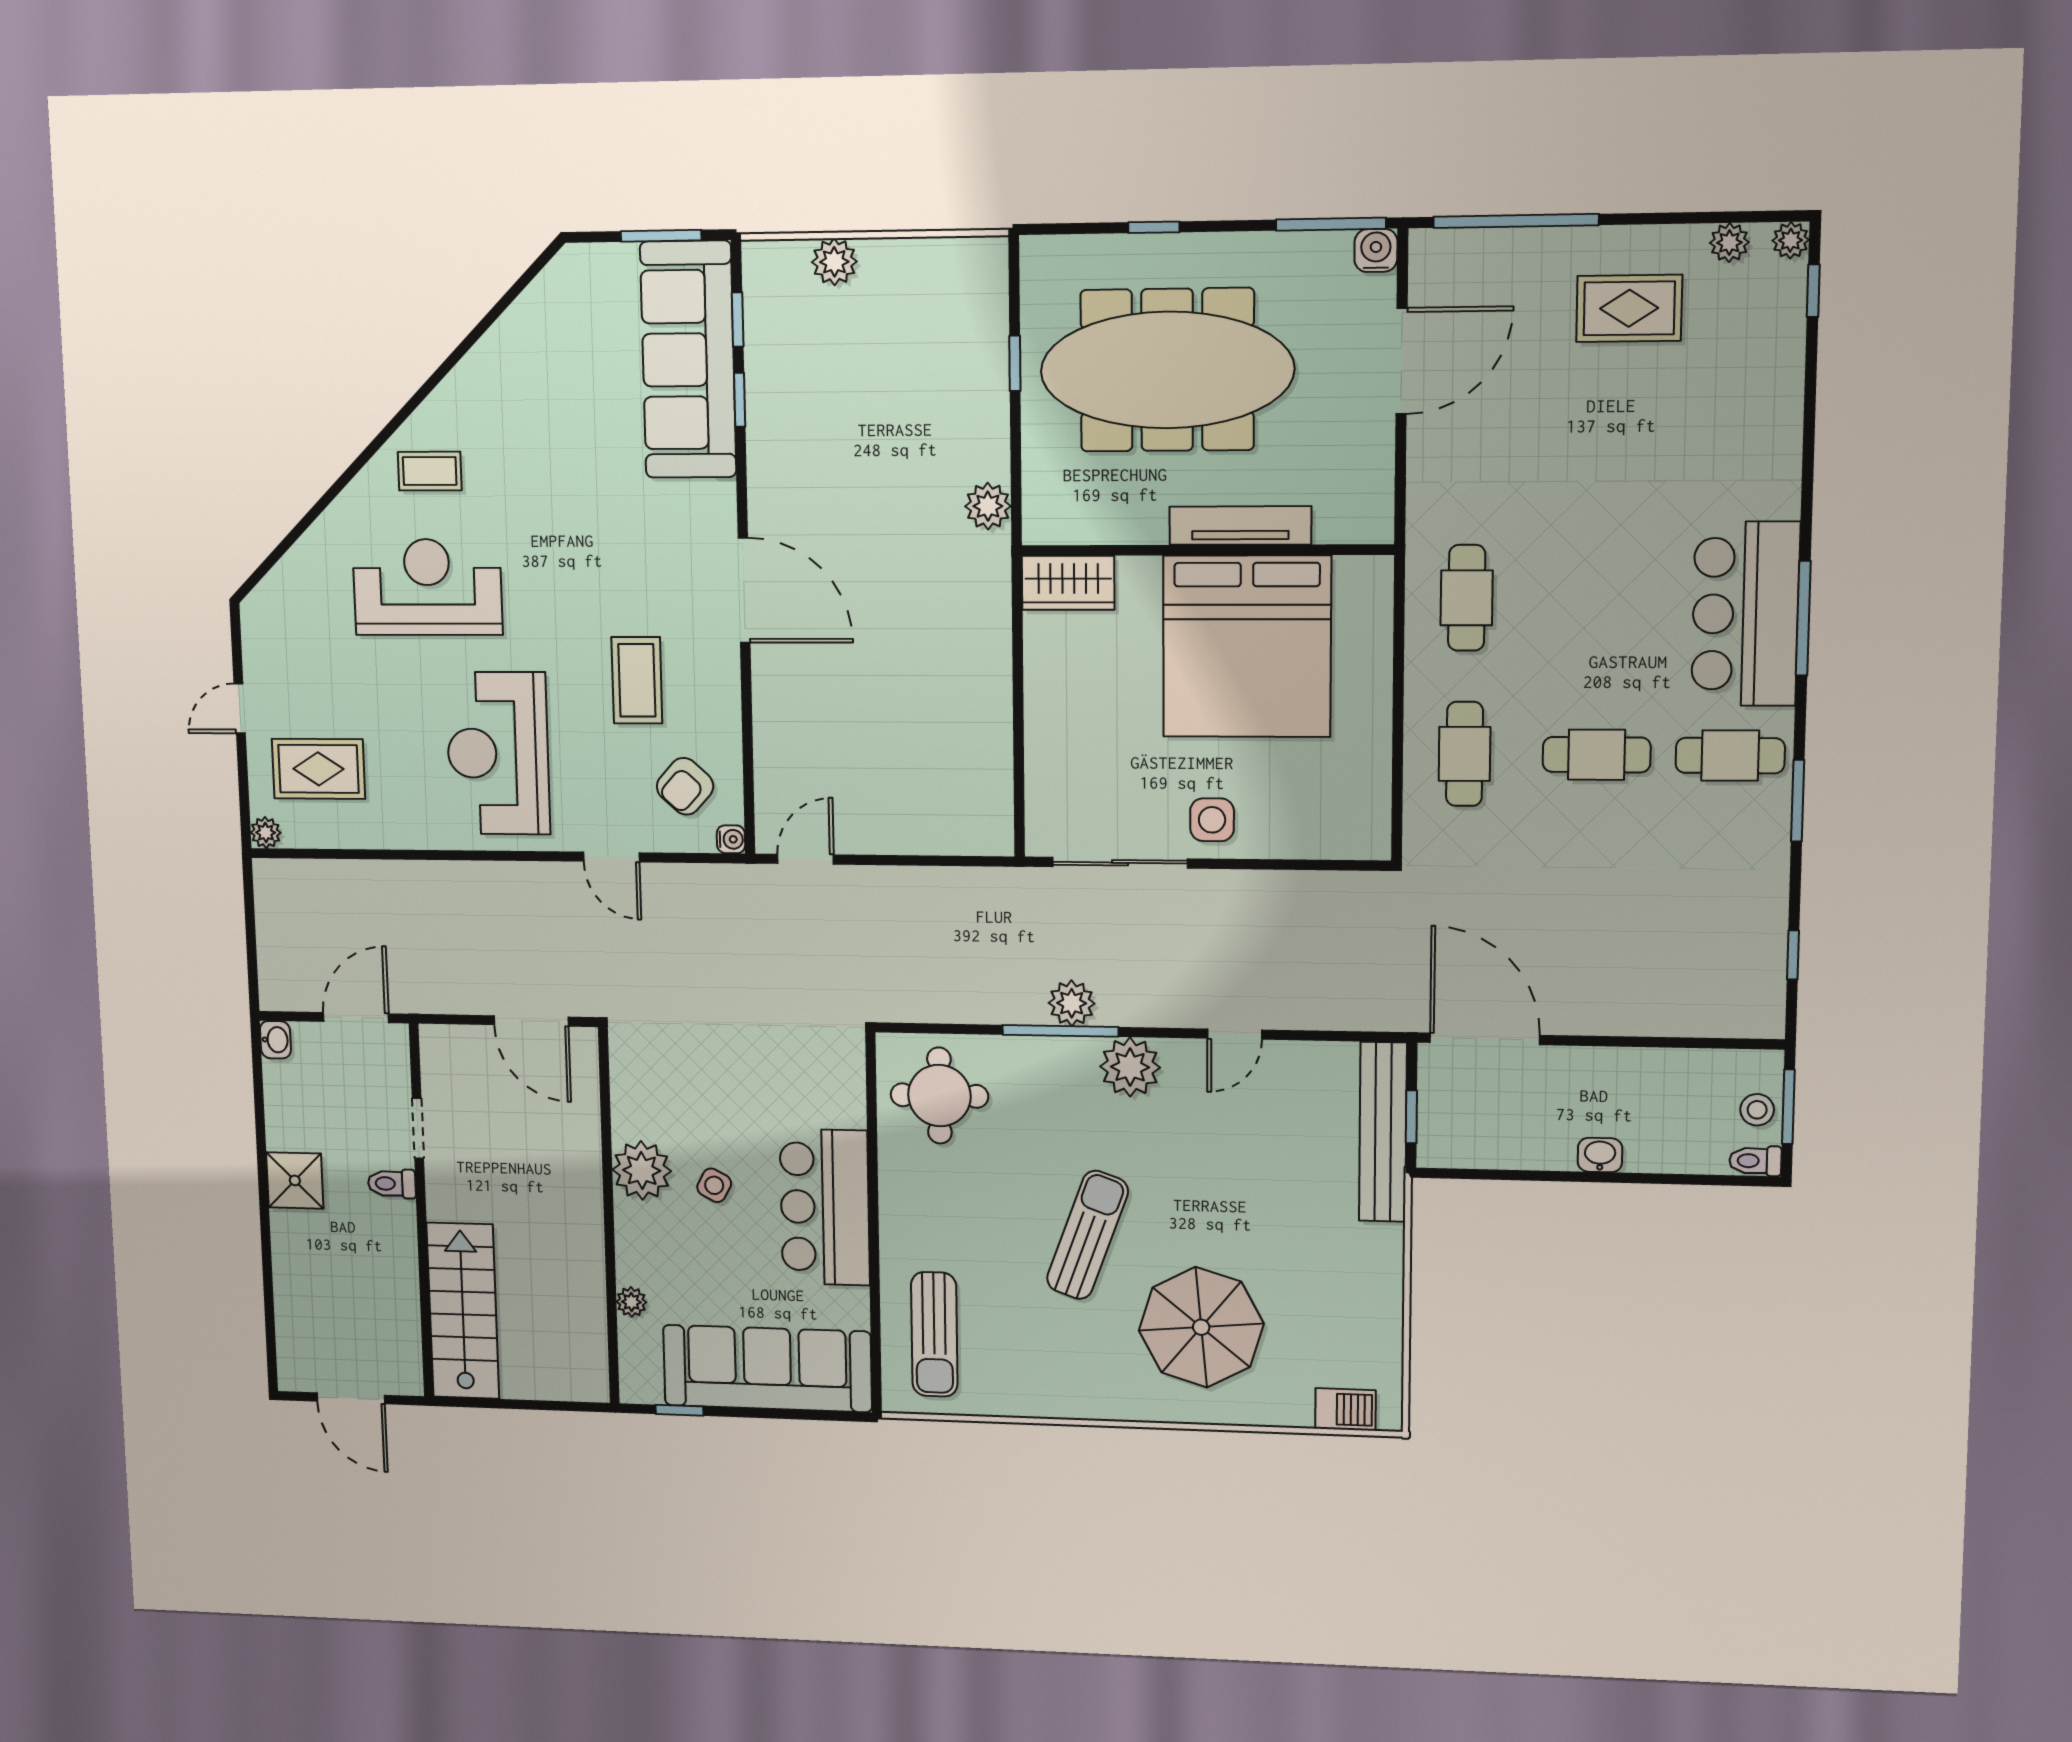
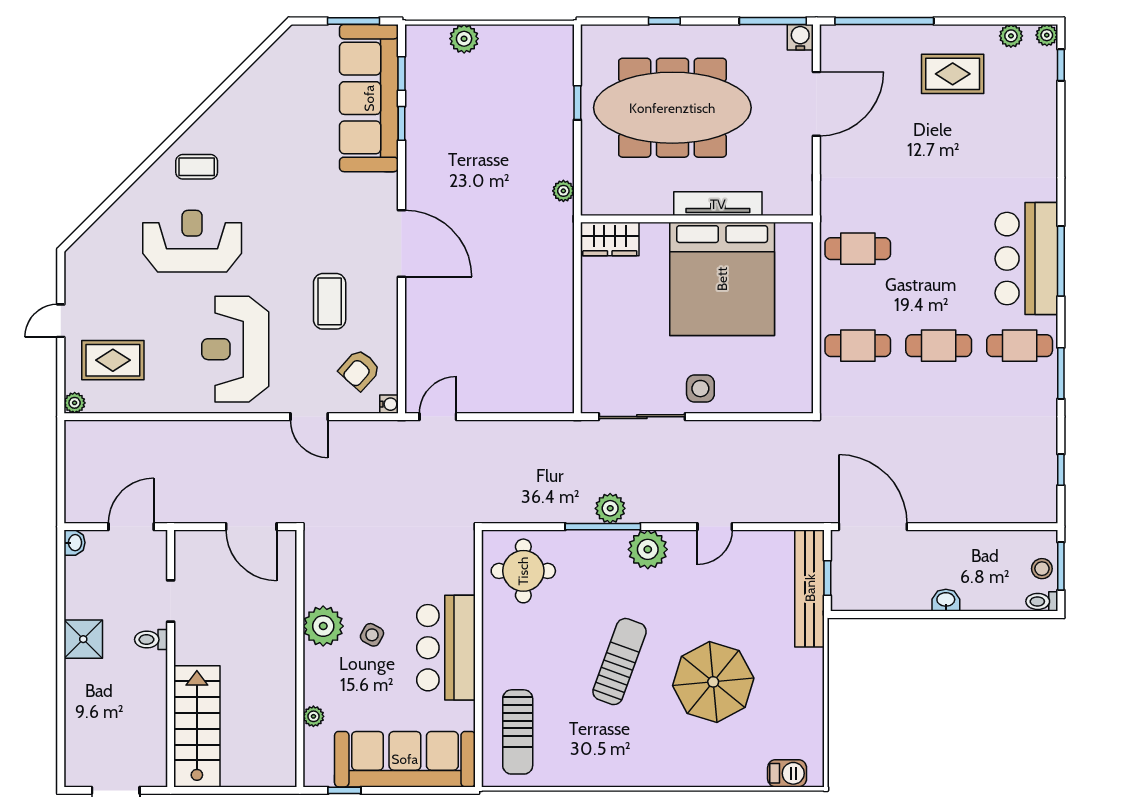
plant: (988, 506) -> (563, 191), width x0.73, depth x0.73
cafe table: (1467, 598) -> (858, 249), turned 90
cafe table: (1465, 754) -> (858, 346), turned 90
parasol: (1201, 1327) -> (713, 682), moved

